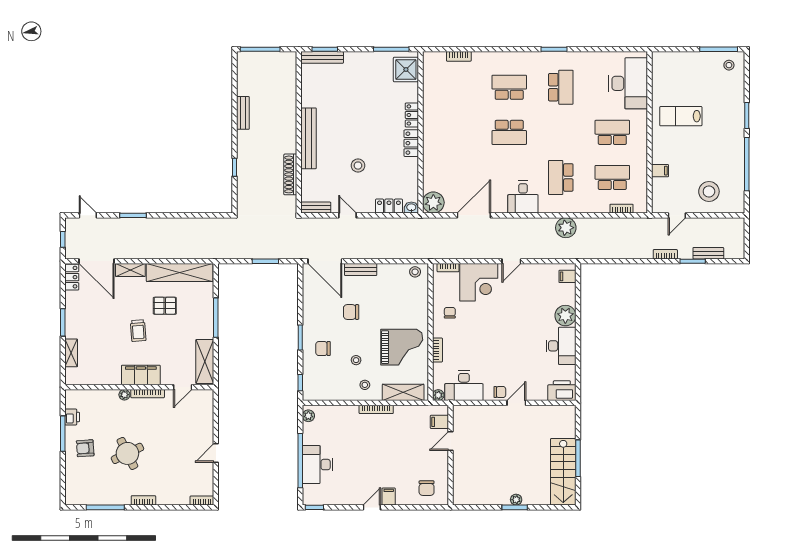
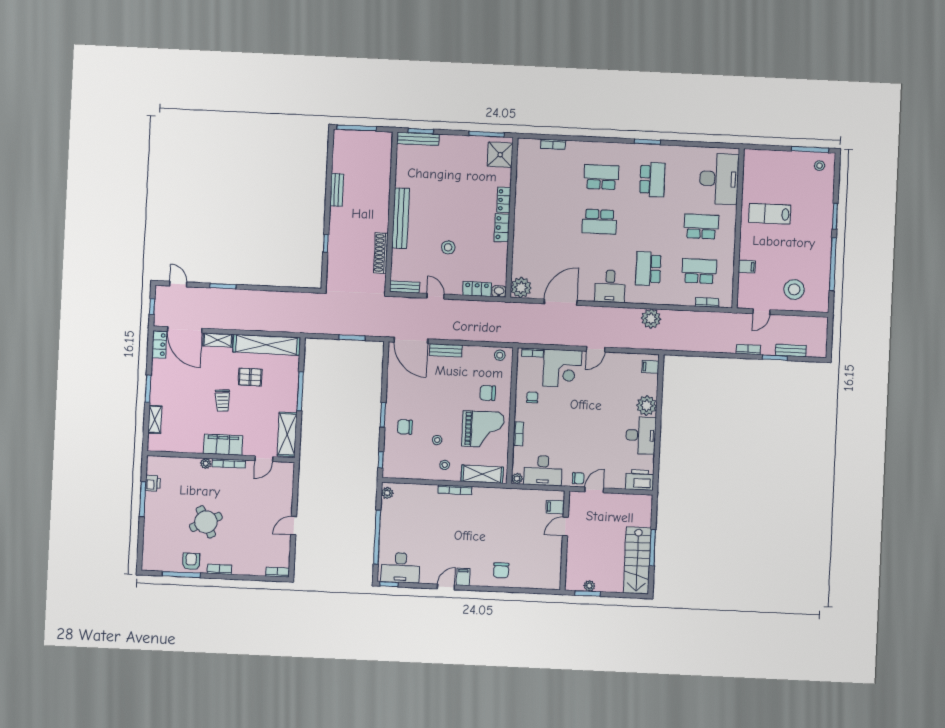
chair: (351, 312) -> (488, 393), moved
filing cabinet: (439, 422) -> (555, 507), moved
door: (451, 441) -> (565, 526), moved
armchair: (85, 448) -> (191, 561), moved, turned 94
wall: (451, 455) -> (565, 540), moved
desk: (317, 465) -> (401, 568), moved, turned -90

